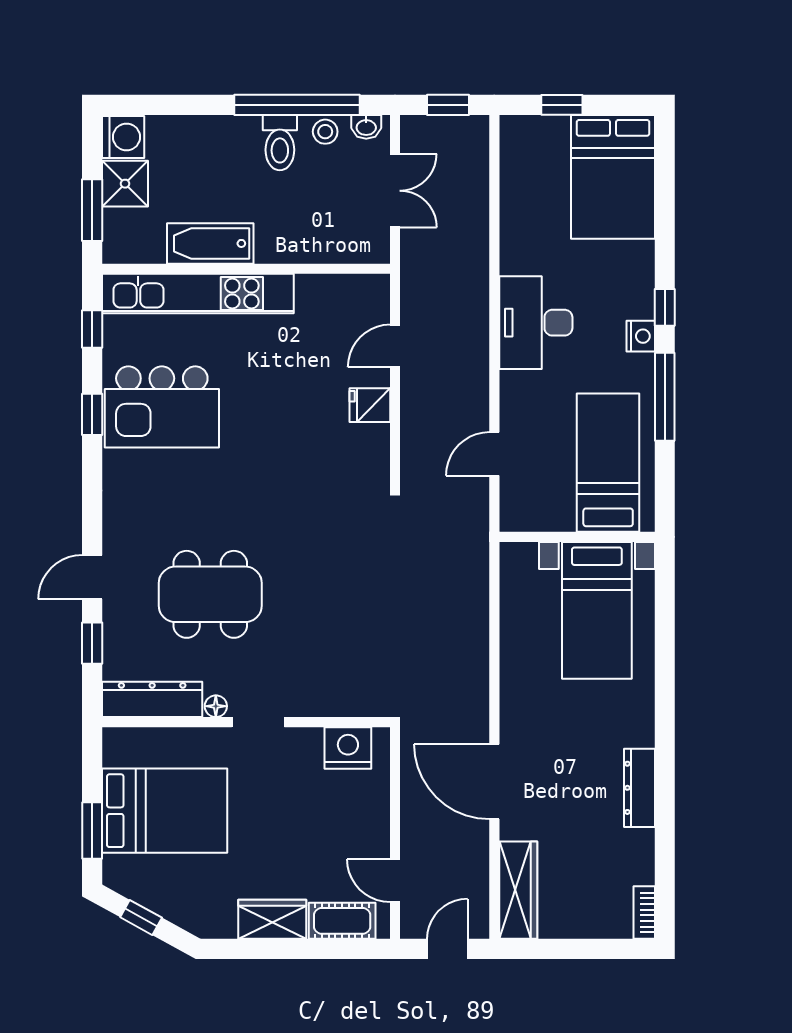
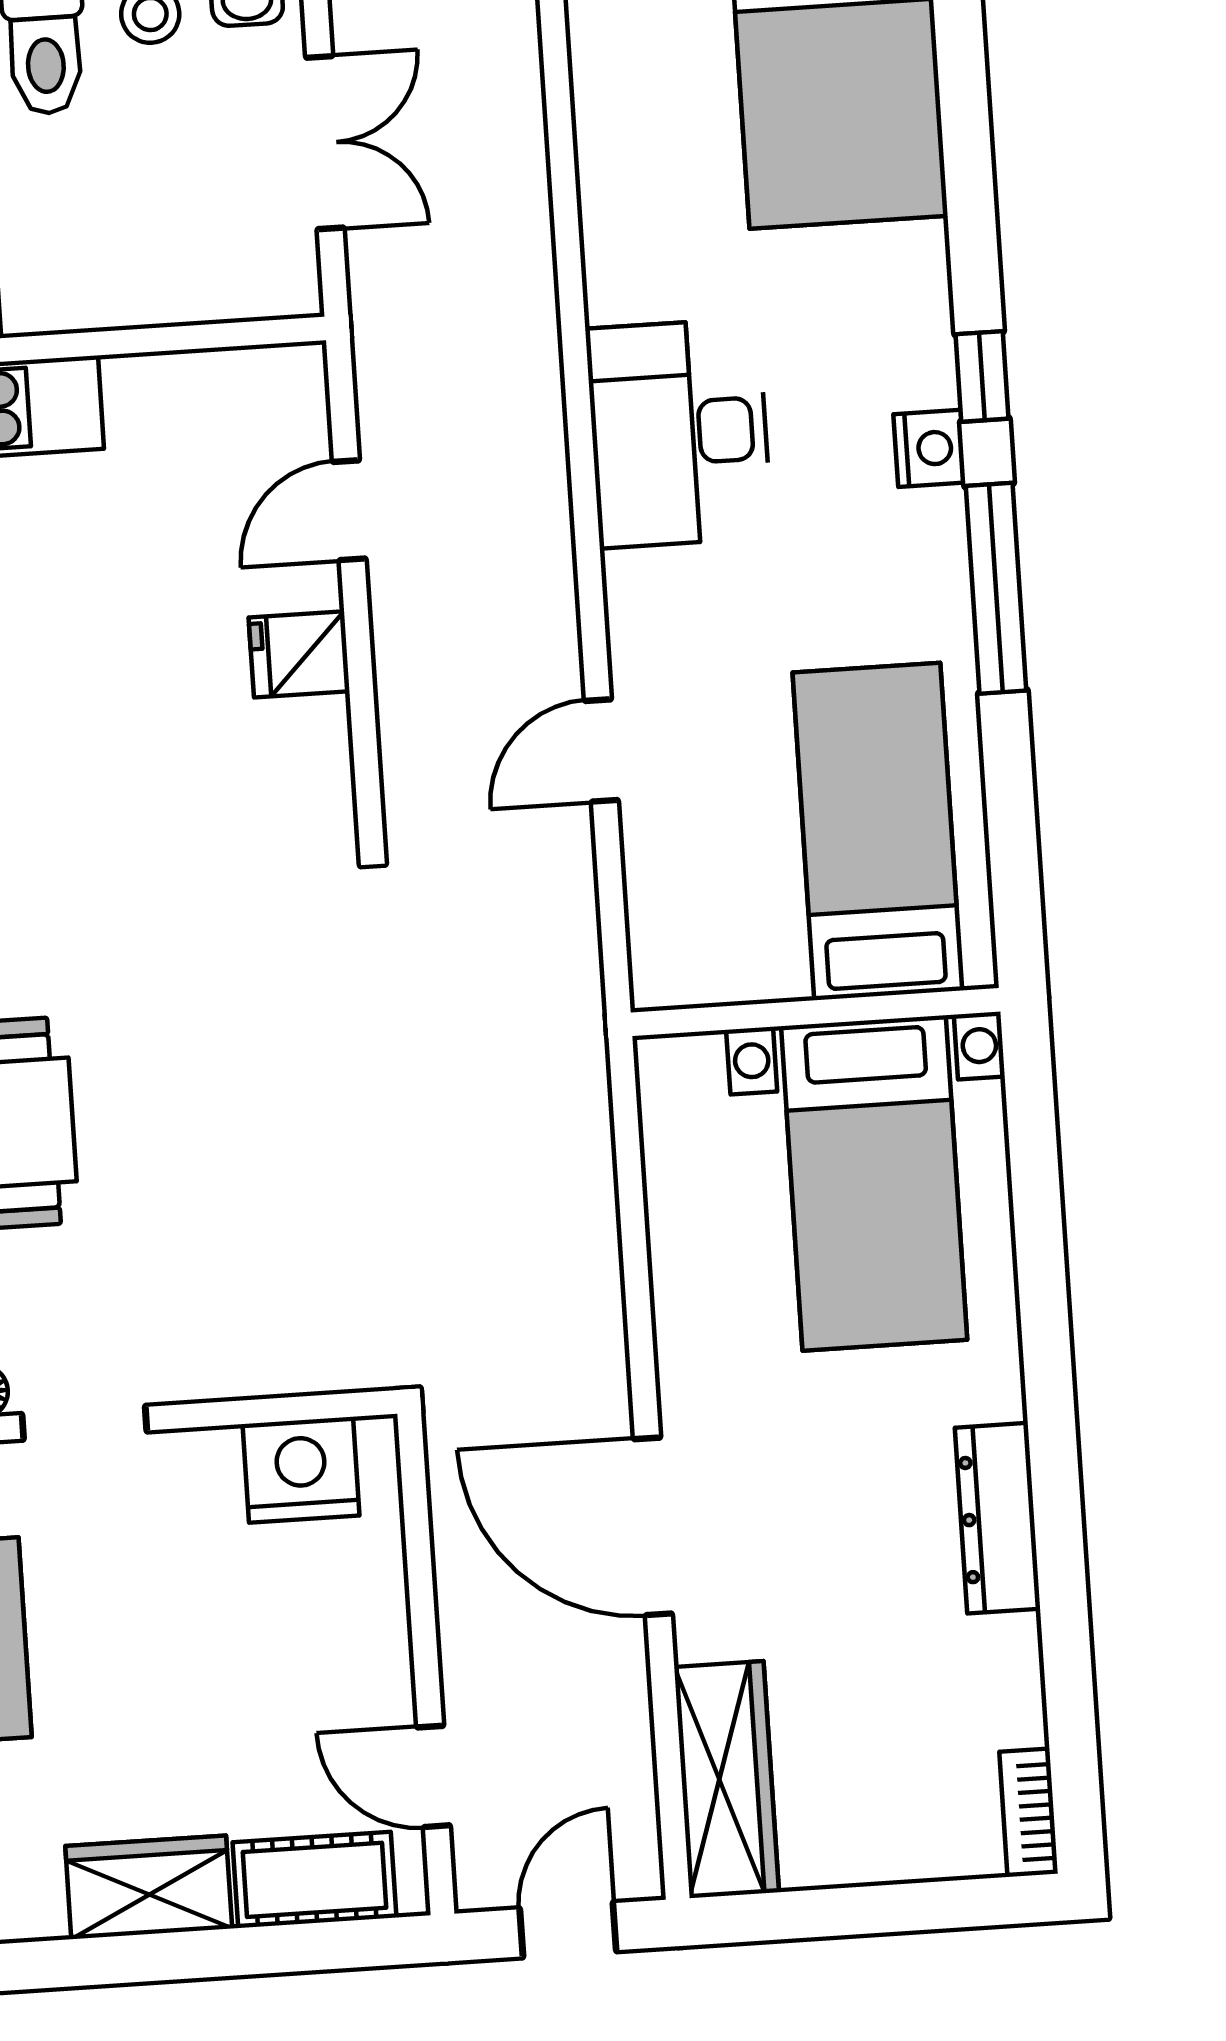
bed: (608, 463) -> (877, 831), moved
wall: (577, 537) -> (816, 1012), moved
bed with nightstands: (597, 610) -> (874, 1183), moved

